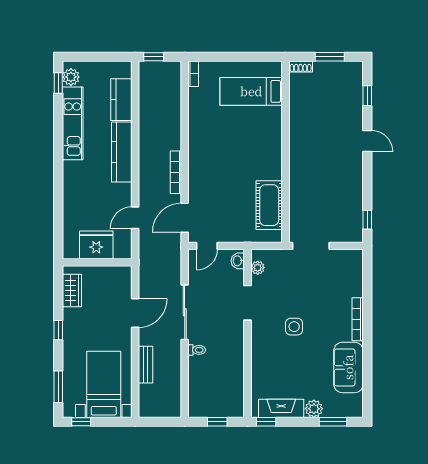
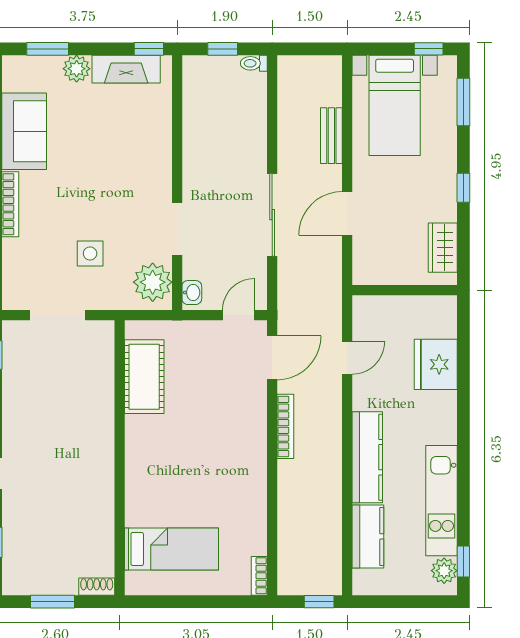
fridge: (96, 245) -> (436, 364), moved, turned 90
doorway: (311, 246) -> (58, 315), moved
plant: (258, 268) -> (153, 282), width x1.88, depth x1.88
side table: (294, 327) -> (90, 253), moved
toilet: (197, 350) -> (254, 63), moved

